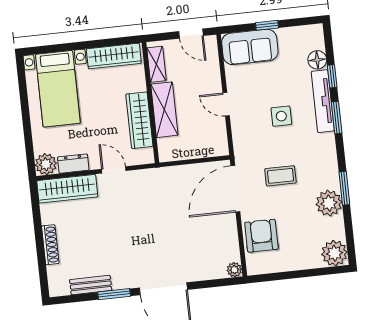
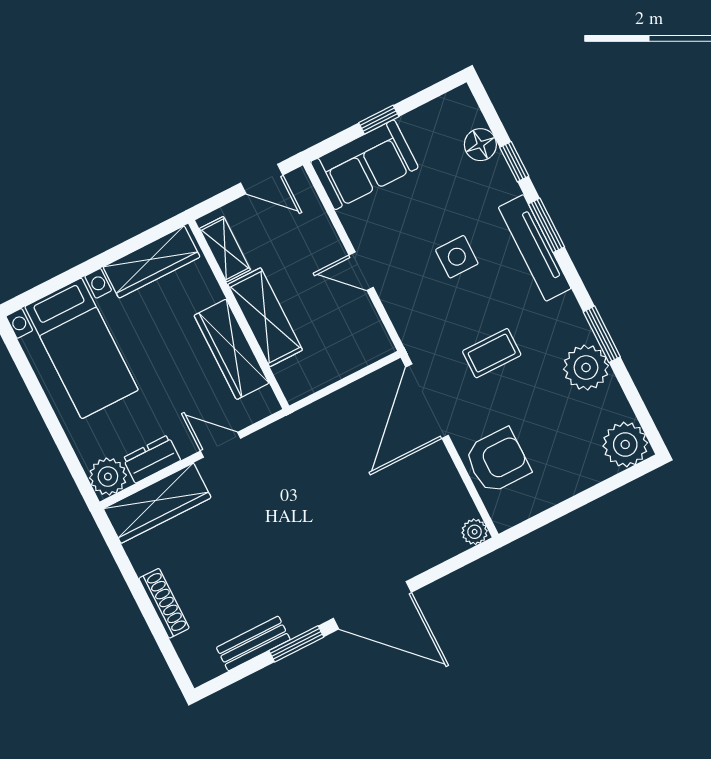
tv unit: (323, 101) -> (535, 248), moved
armchair: (261, 236) -> (497, 461), turned 90

